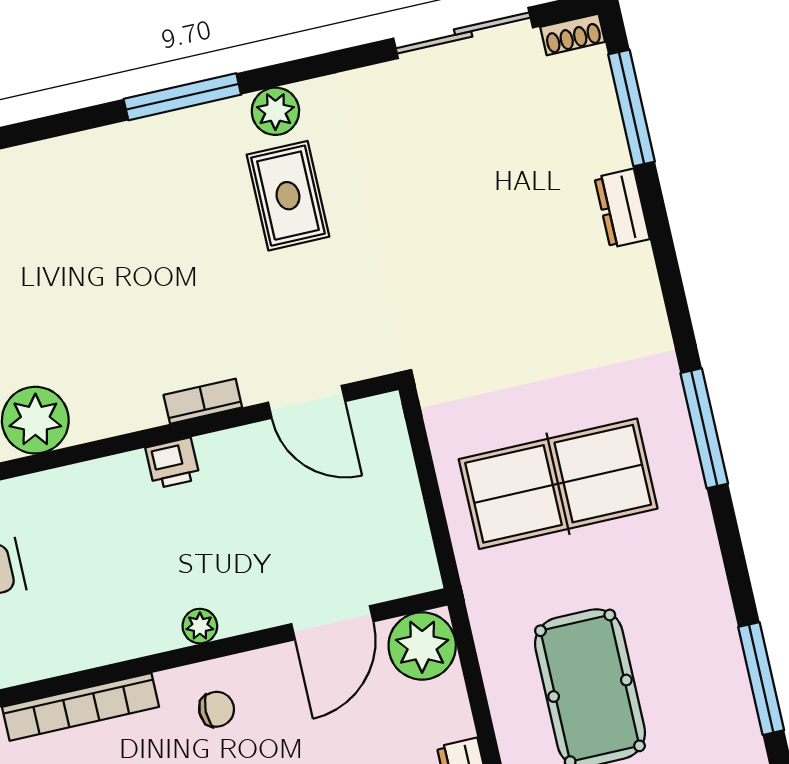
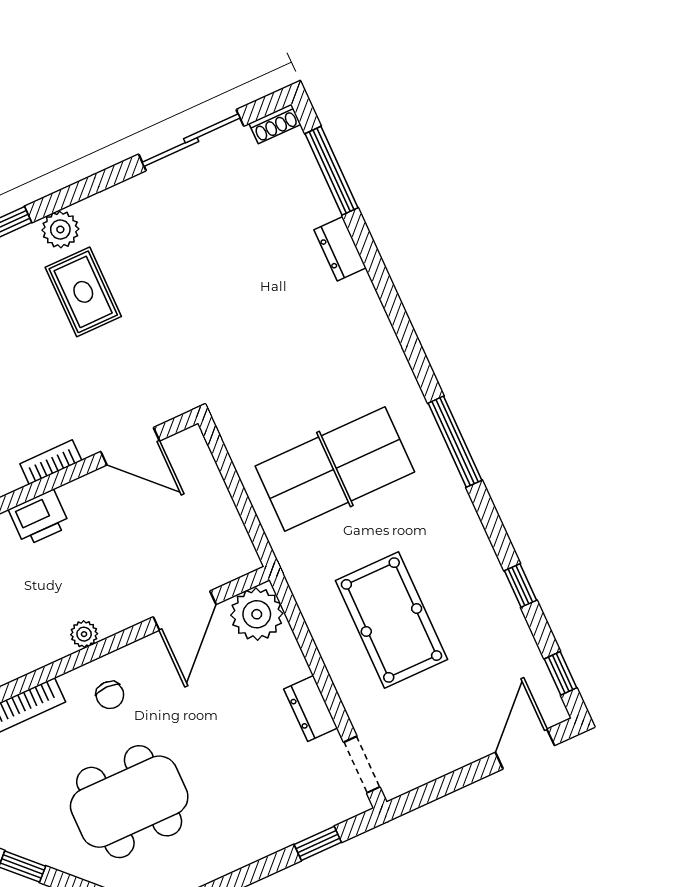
window: (704, 428) -> (455, 442), moved
printer: (173, 463) -> (39, 518), width x1.36, depth x1.24
window: (761, 679) -> (521, 586), width x0.46
chair: (217, 709) -> (110, 695), turned 90

